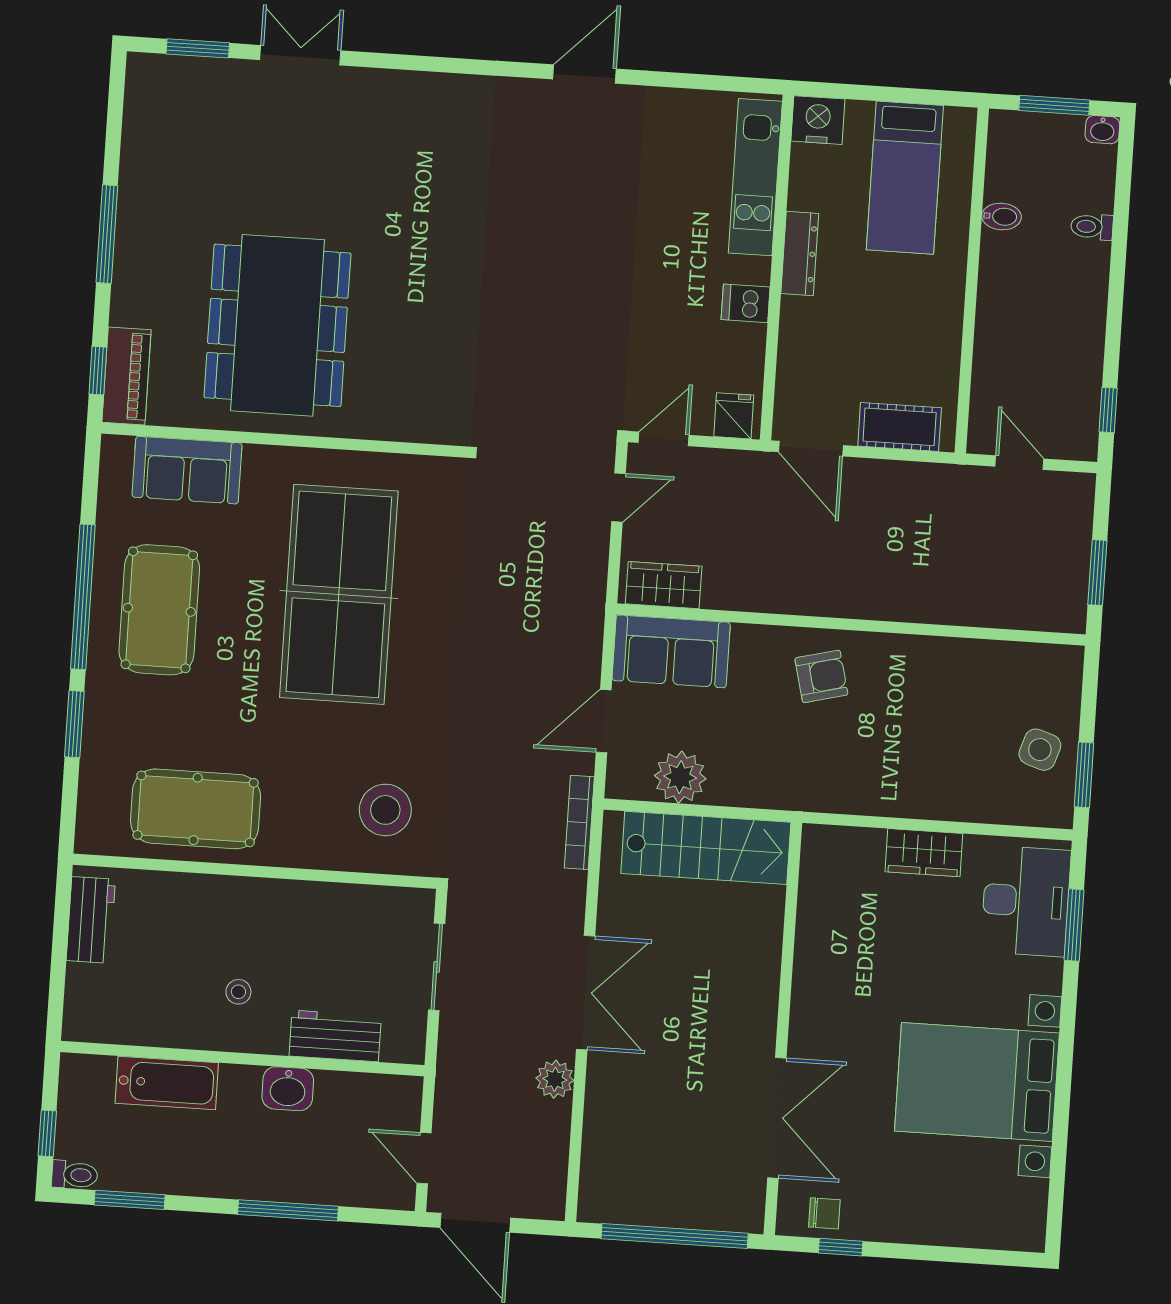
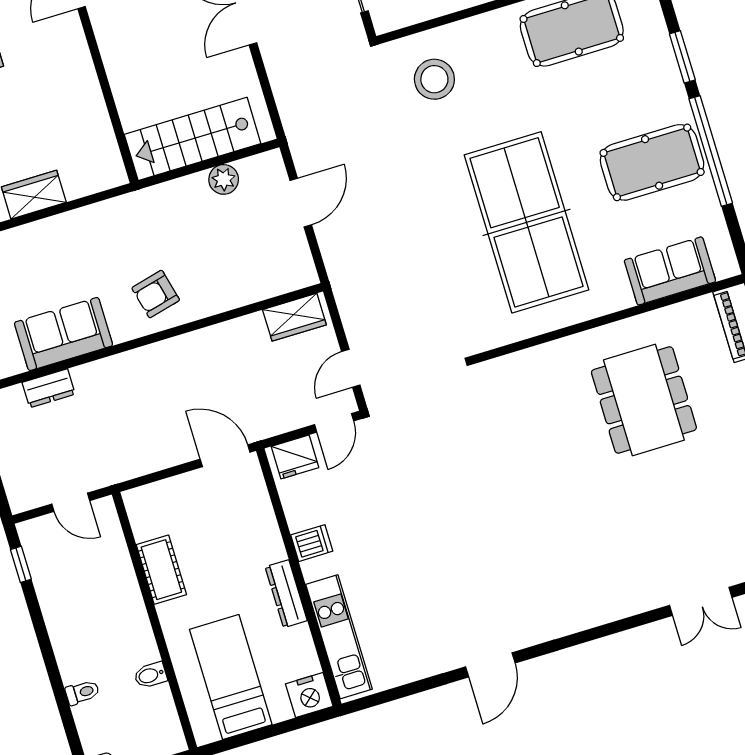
dining table: (277, 325) -> (644, 400), width x0.73, depth x0.80
fridge: (734, 416) -> (295, 457), width x1.38
cot: (900, 427) -> (161, 570), moved, turned 90
pool table: (159, 610) -> (652, 162), turned 90
dresser: (994, 611) -> (49, 388), added
sofa: (671, 651) -> (64, 334), moved
plant: (680, 777) -> (224, 179), width x0.73, depth x0.73
bookcase: (579, 822) -> (291, 123), removed

